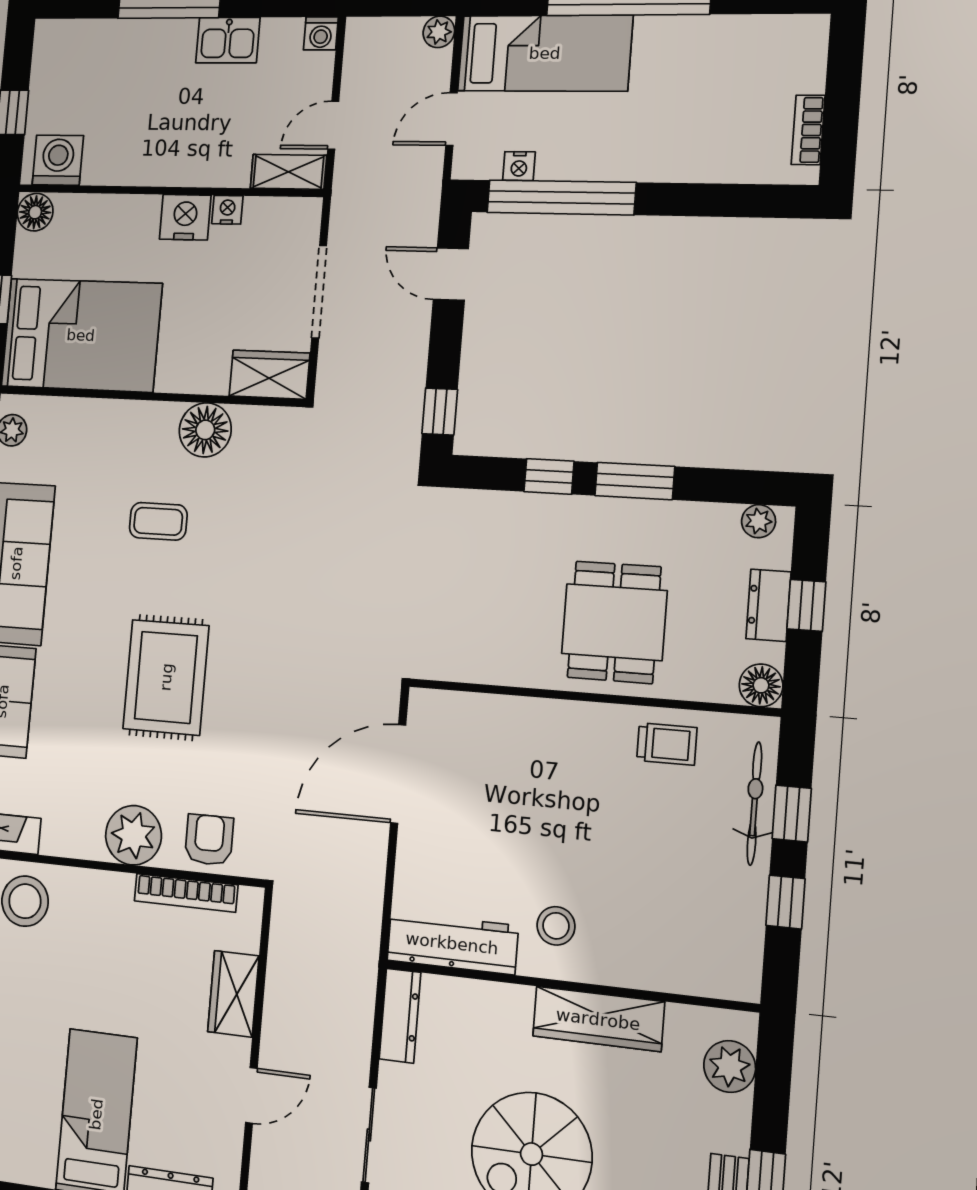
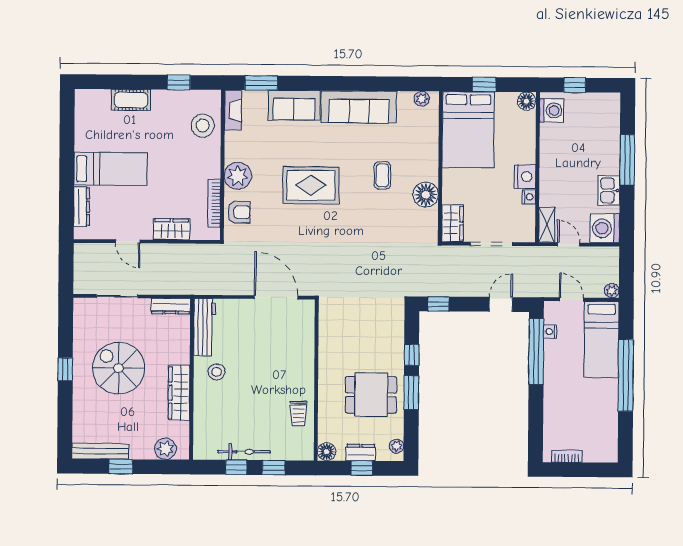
washing machine: (321, 33) -> (605, 228), width x1.89, depth x1.89
dining table: (614, 622) -> (371, 395), moved
bicycle: (754, 803) -> (244, 452), moved

